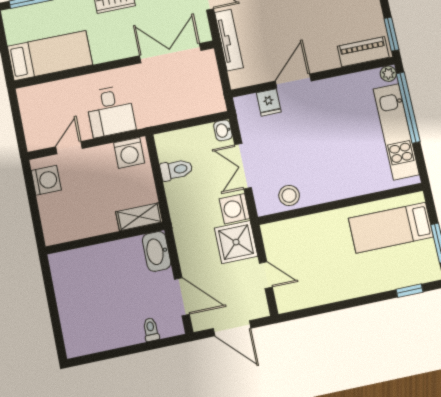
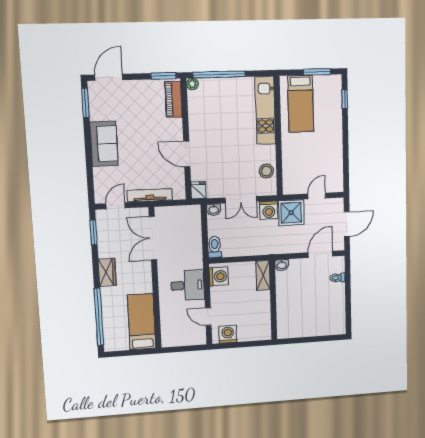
fridge: (269, 102) -> (199, 190), moved, turned -90
kitchen unit: (396, 132) -> (265, 110), moved, turned 90
toilet: (176, 170) -> (215, 247), moved
washbasin: (157, 251) -> (282, 265), width x0.52, depth x0.69

